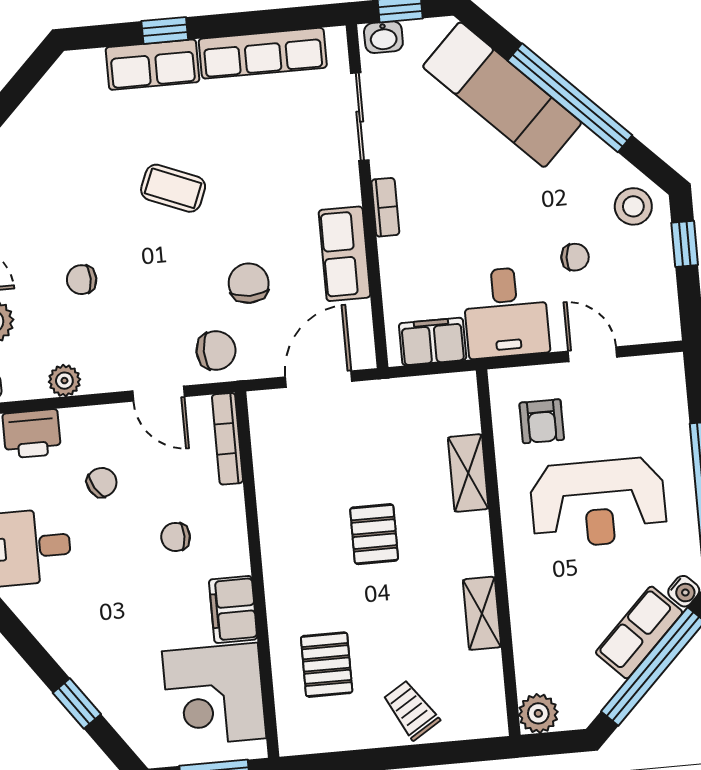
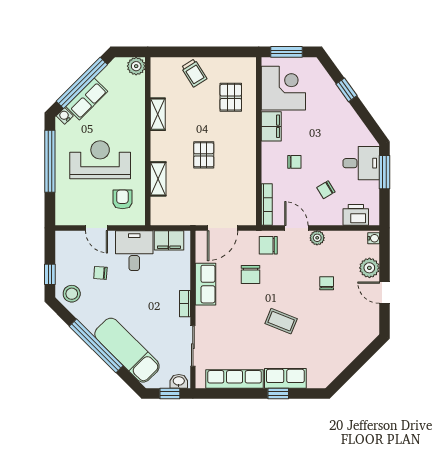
chair: (82, 280) -> (327, 283), turned -90
plant: (64, 381) -> (317, 238), moved

